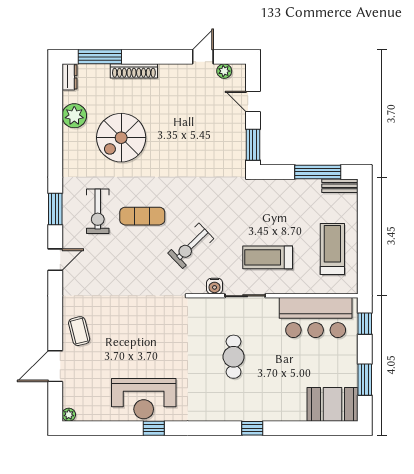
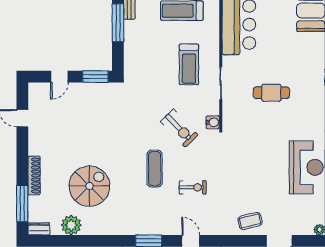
plant: (224, 71) -> (34, 100), removed
spiral stairs: (121, 138) -> (89, 186), turned -90
exercise bike: (98, 211) -> (193, 187), moved, width x0.73, depth x0.72
water cooler: (215, 286) -> (213, 122), moved

